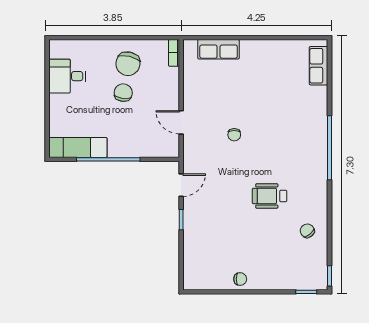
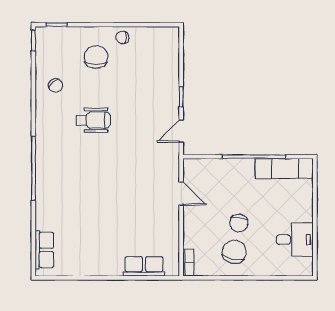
chair: (234, 135) -> (96, 57), moved, width x1.87, depth x1.87

